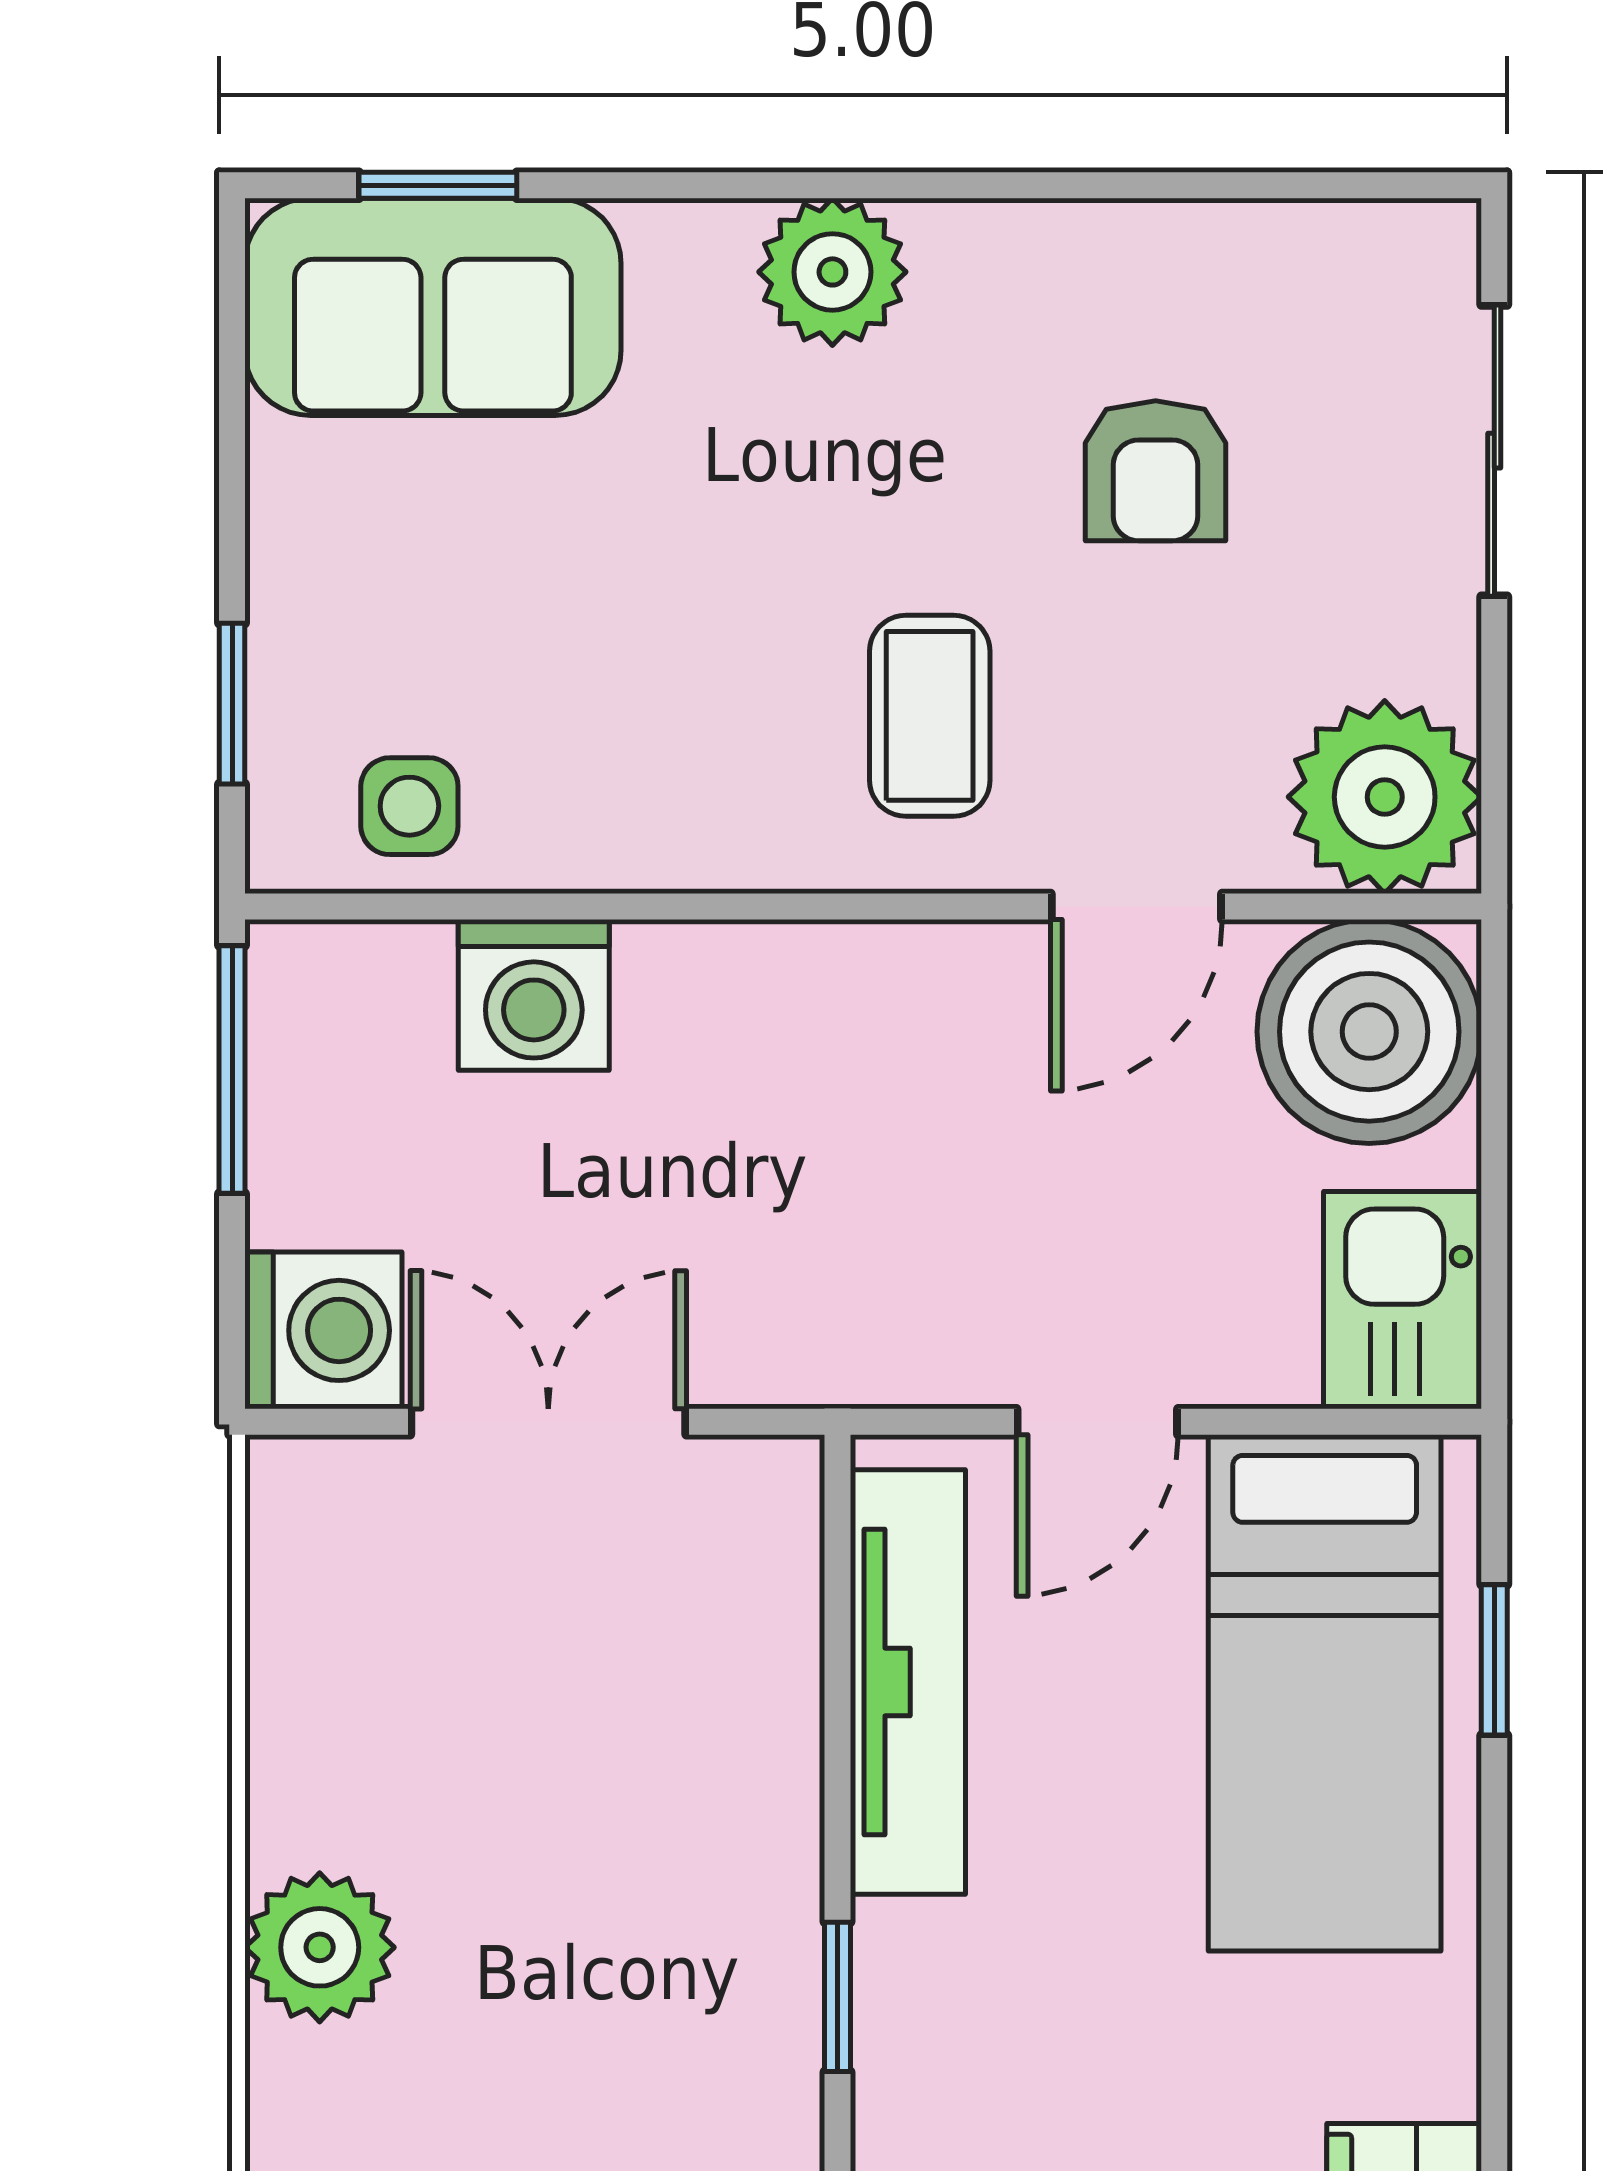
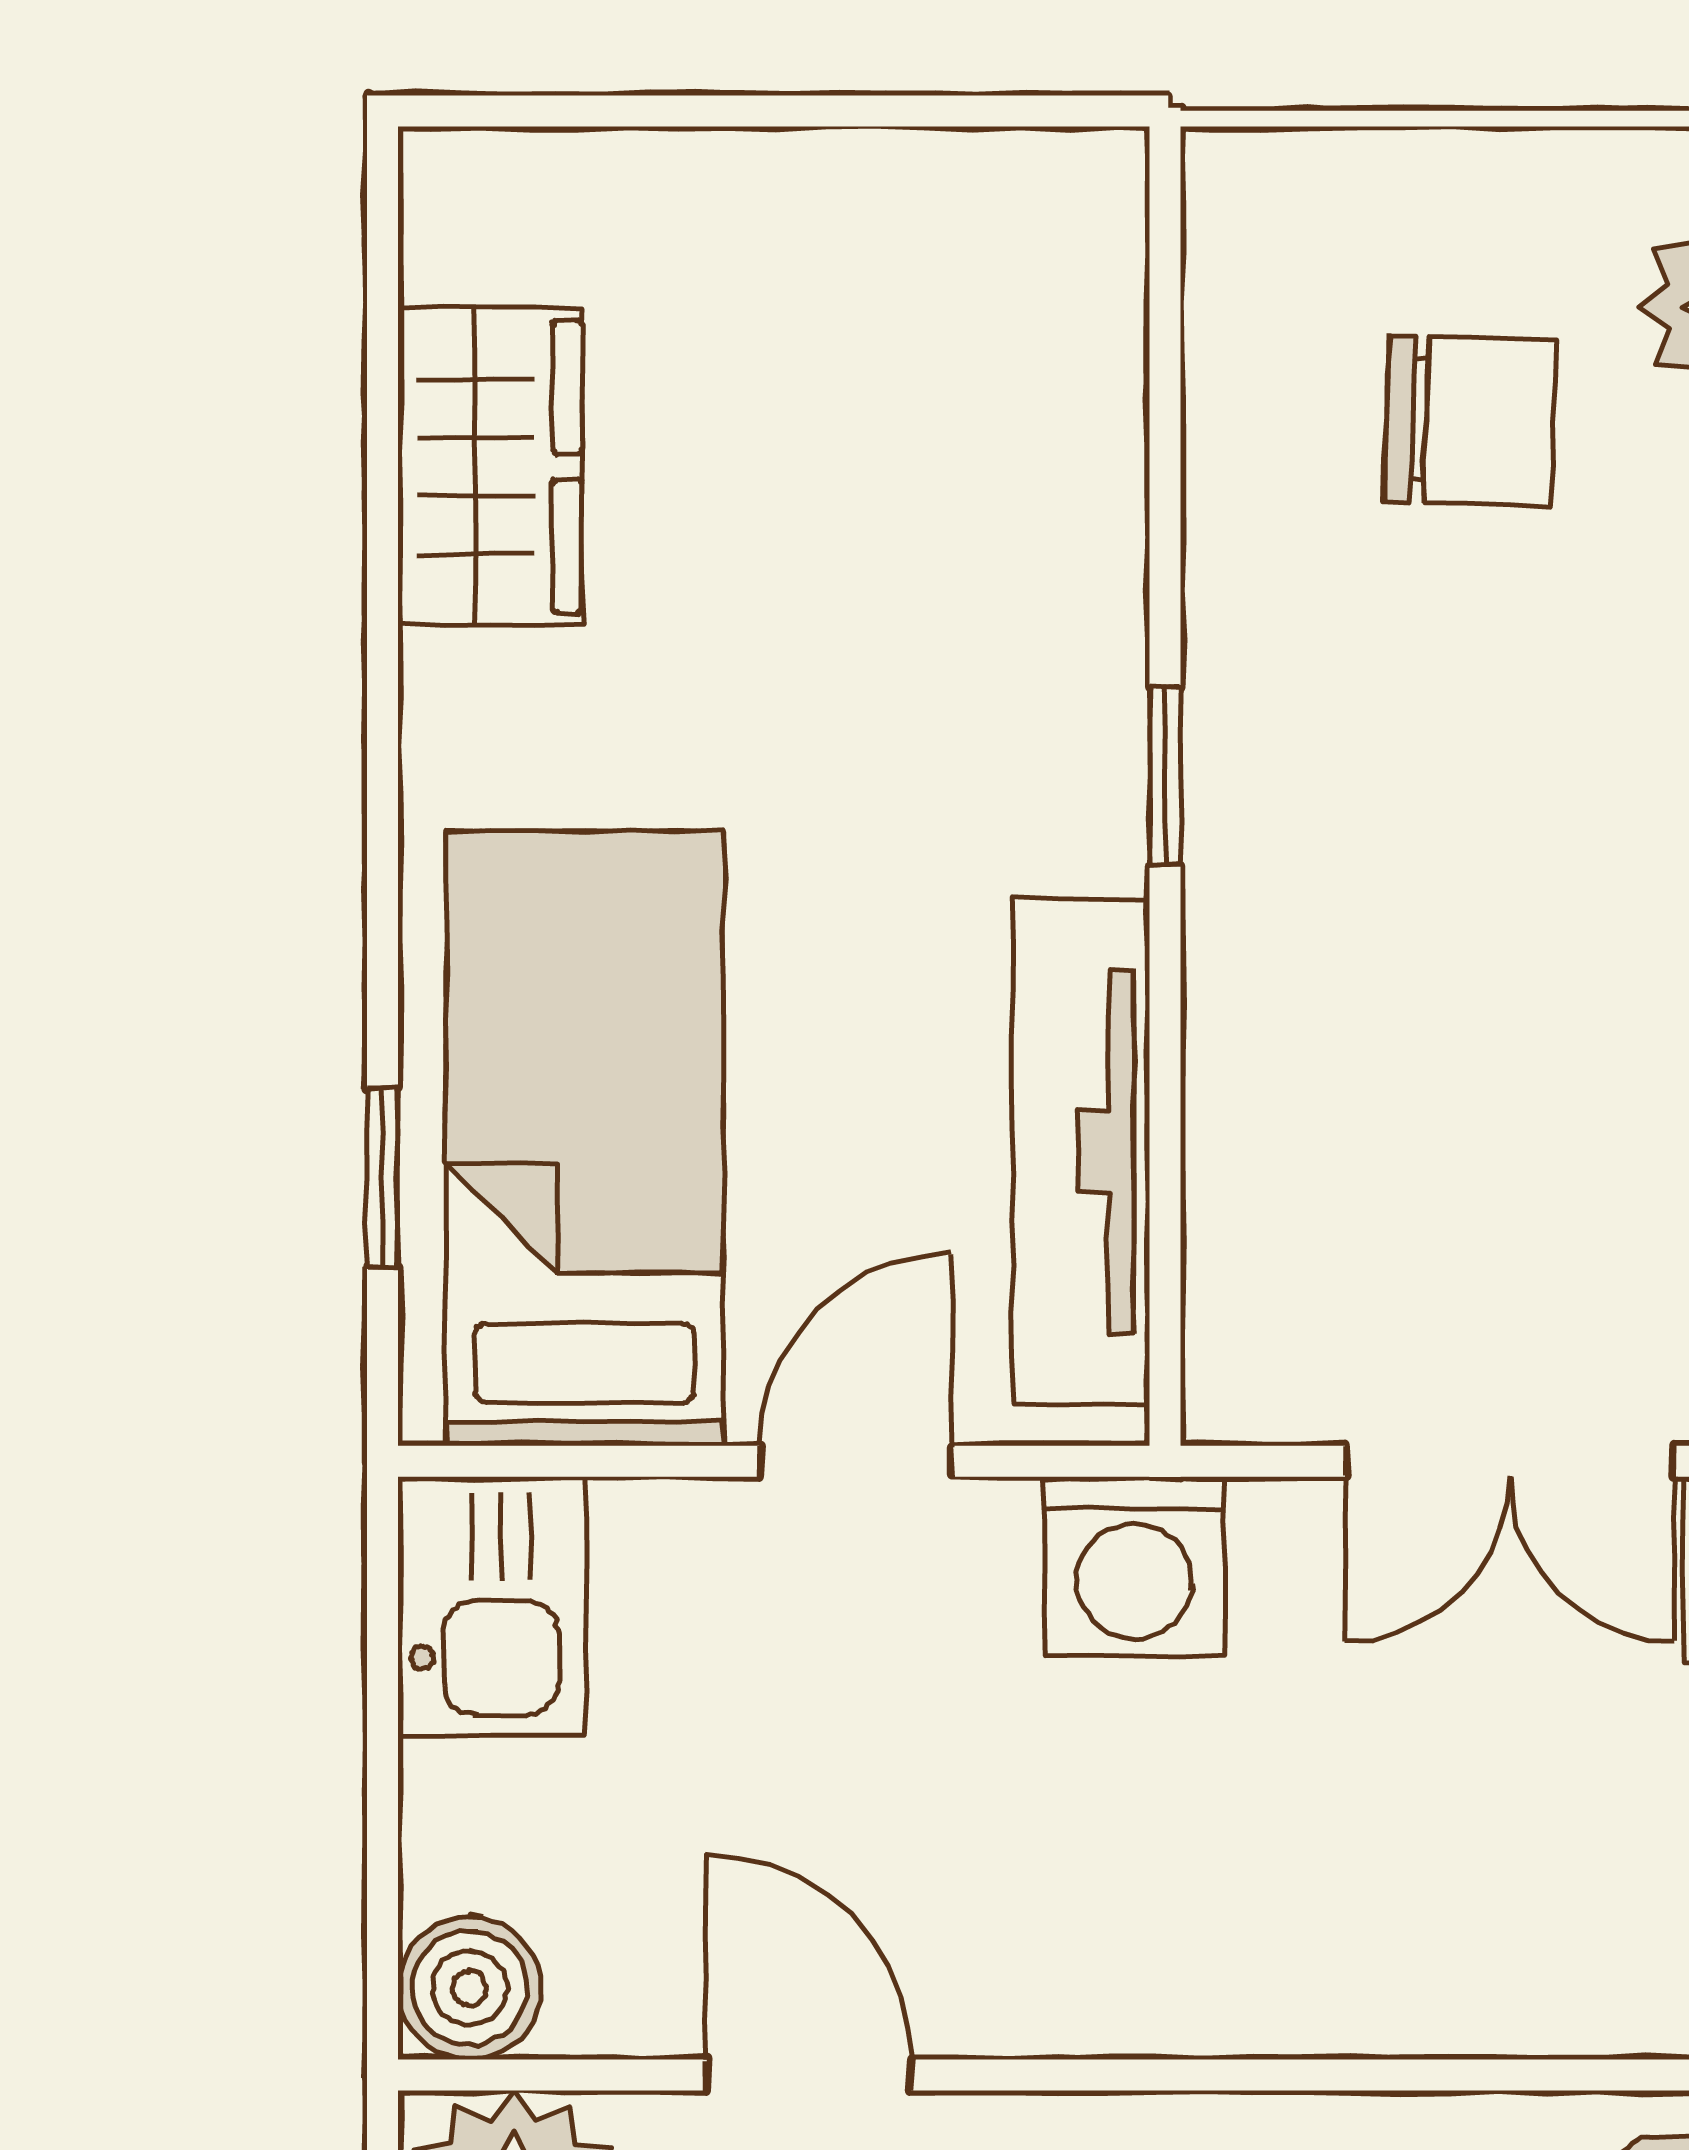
door: (1136, 907) -> (809, 2075), hinge flipped
washing machine: (534, 995) -> (1134, 1566), moved, turned 180
boiler: (1369, 1032) -> (470, 1988), width x0.54, depth x0.54

